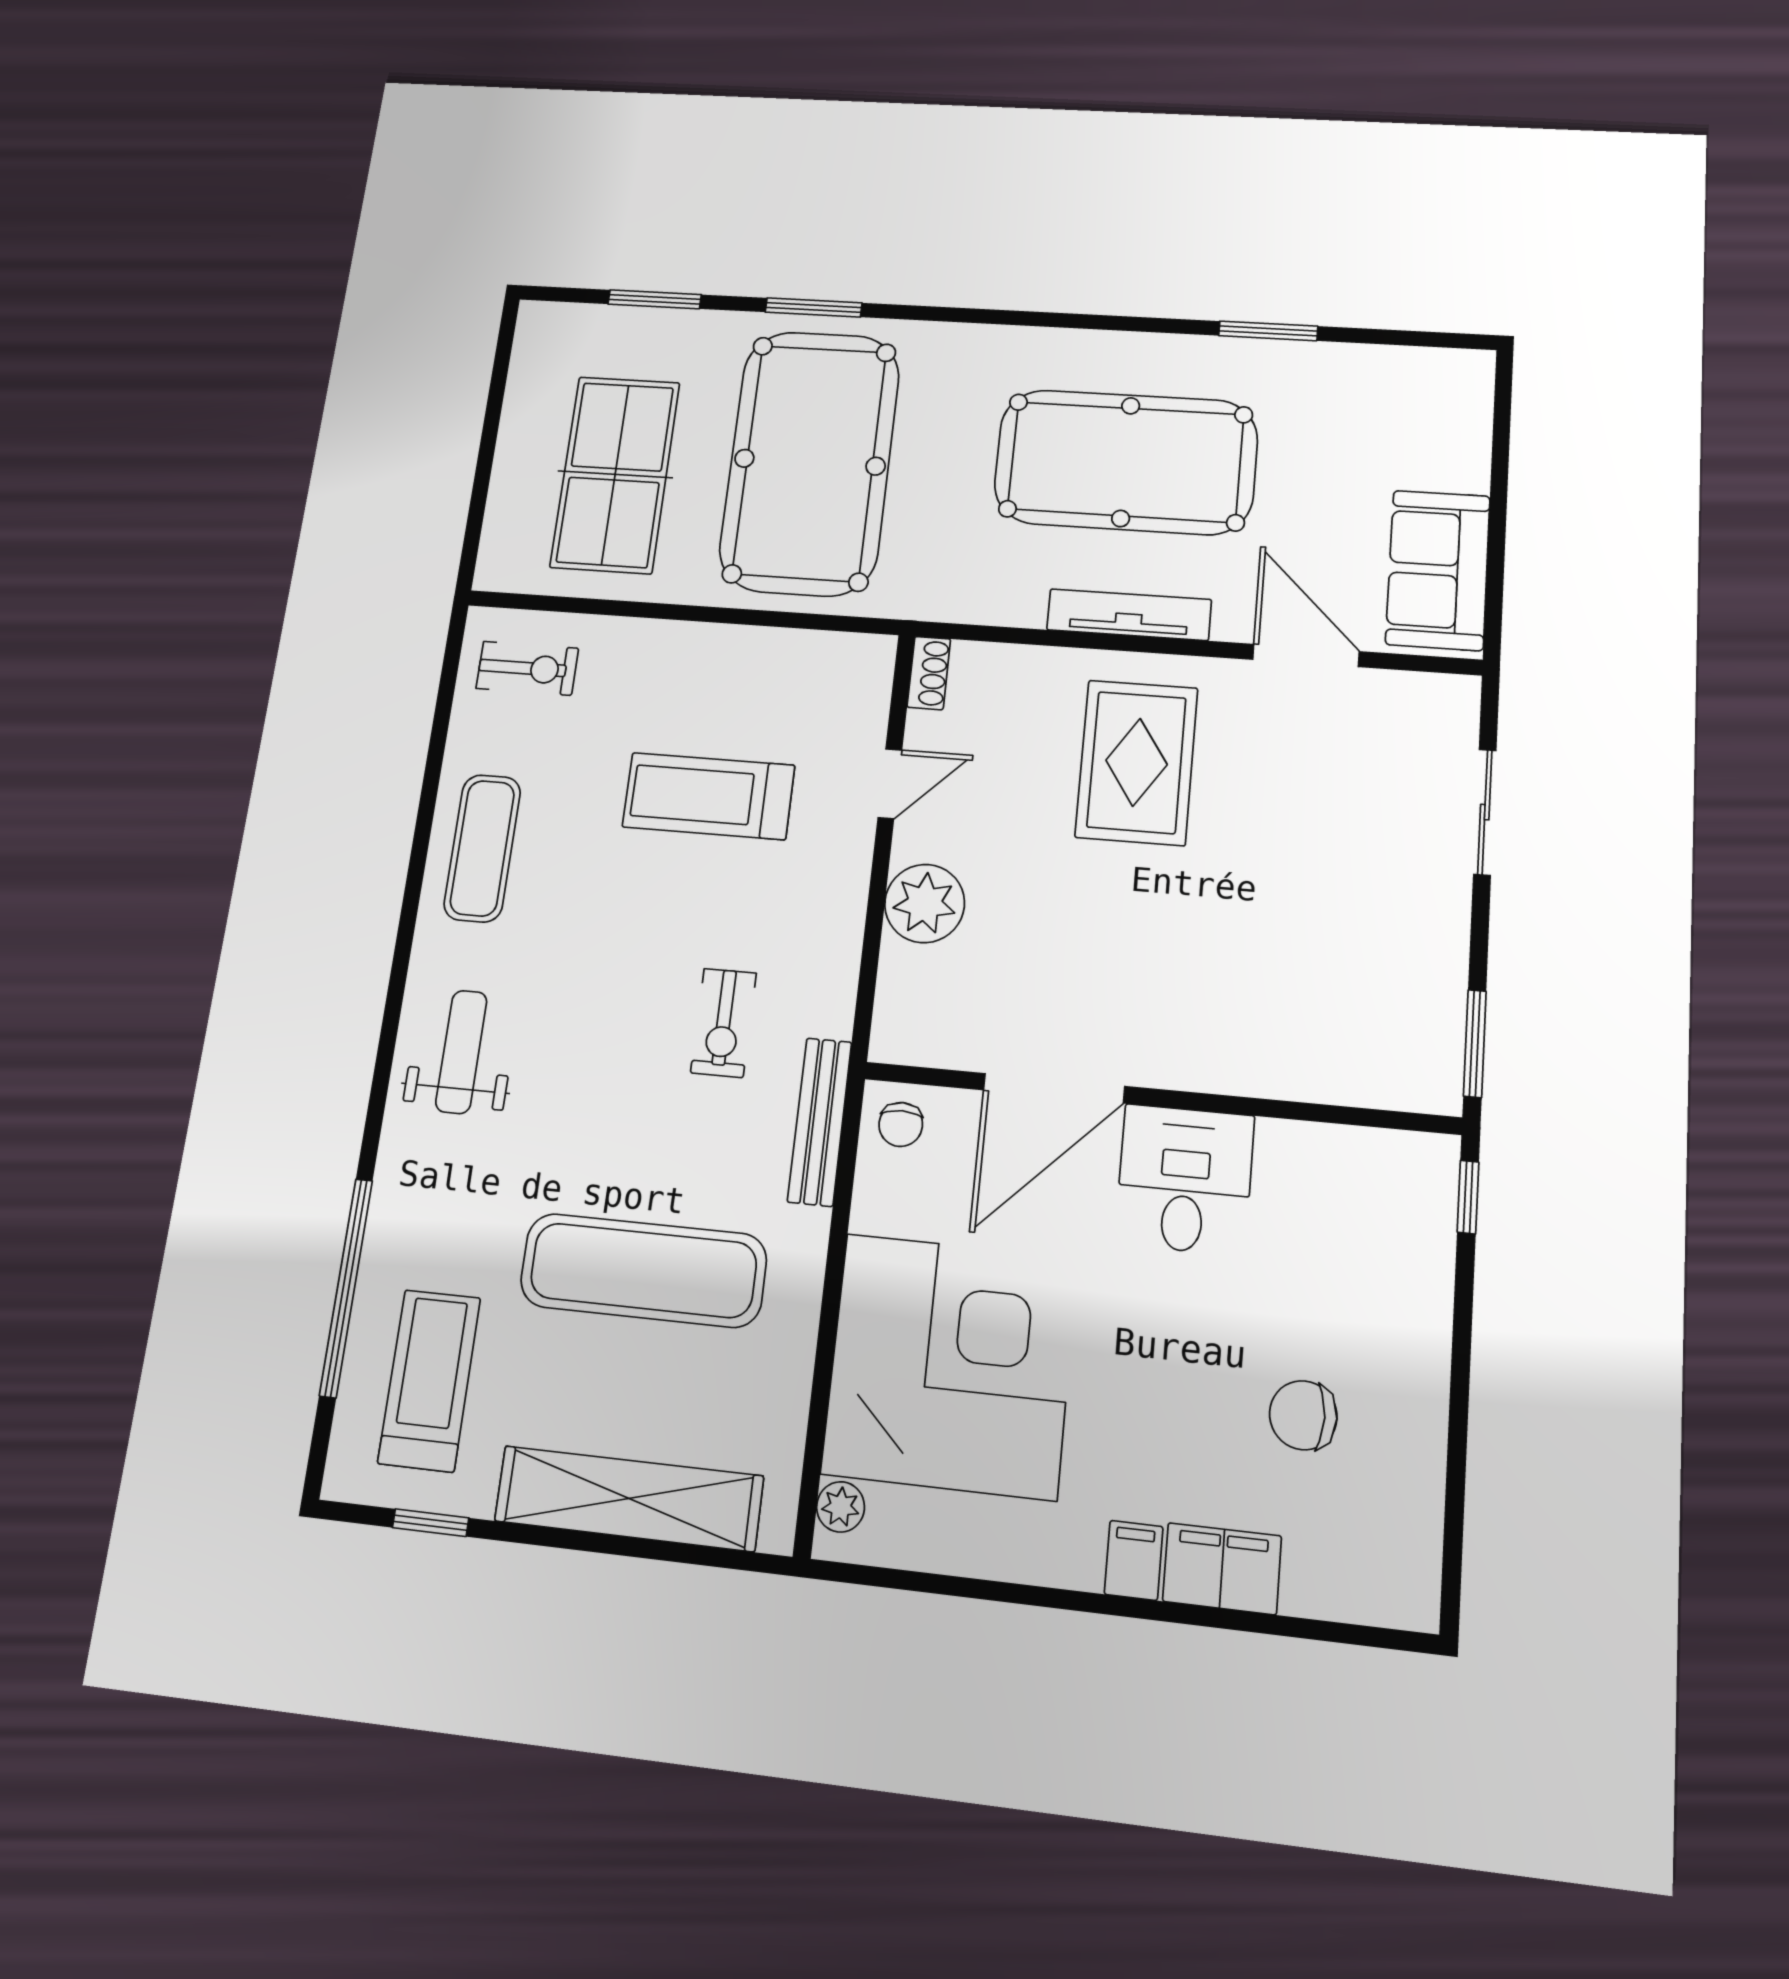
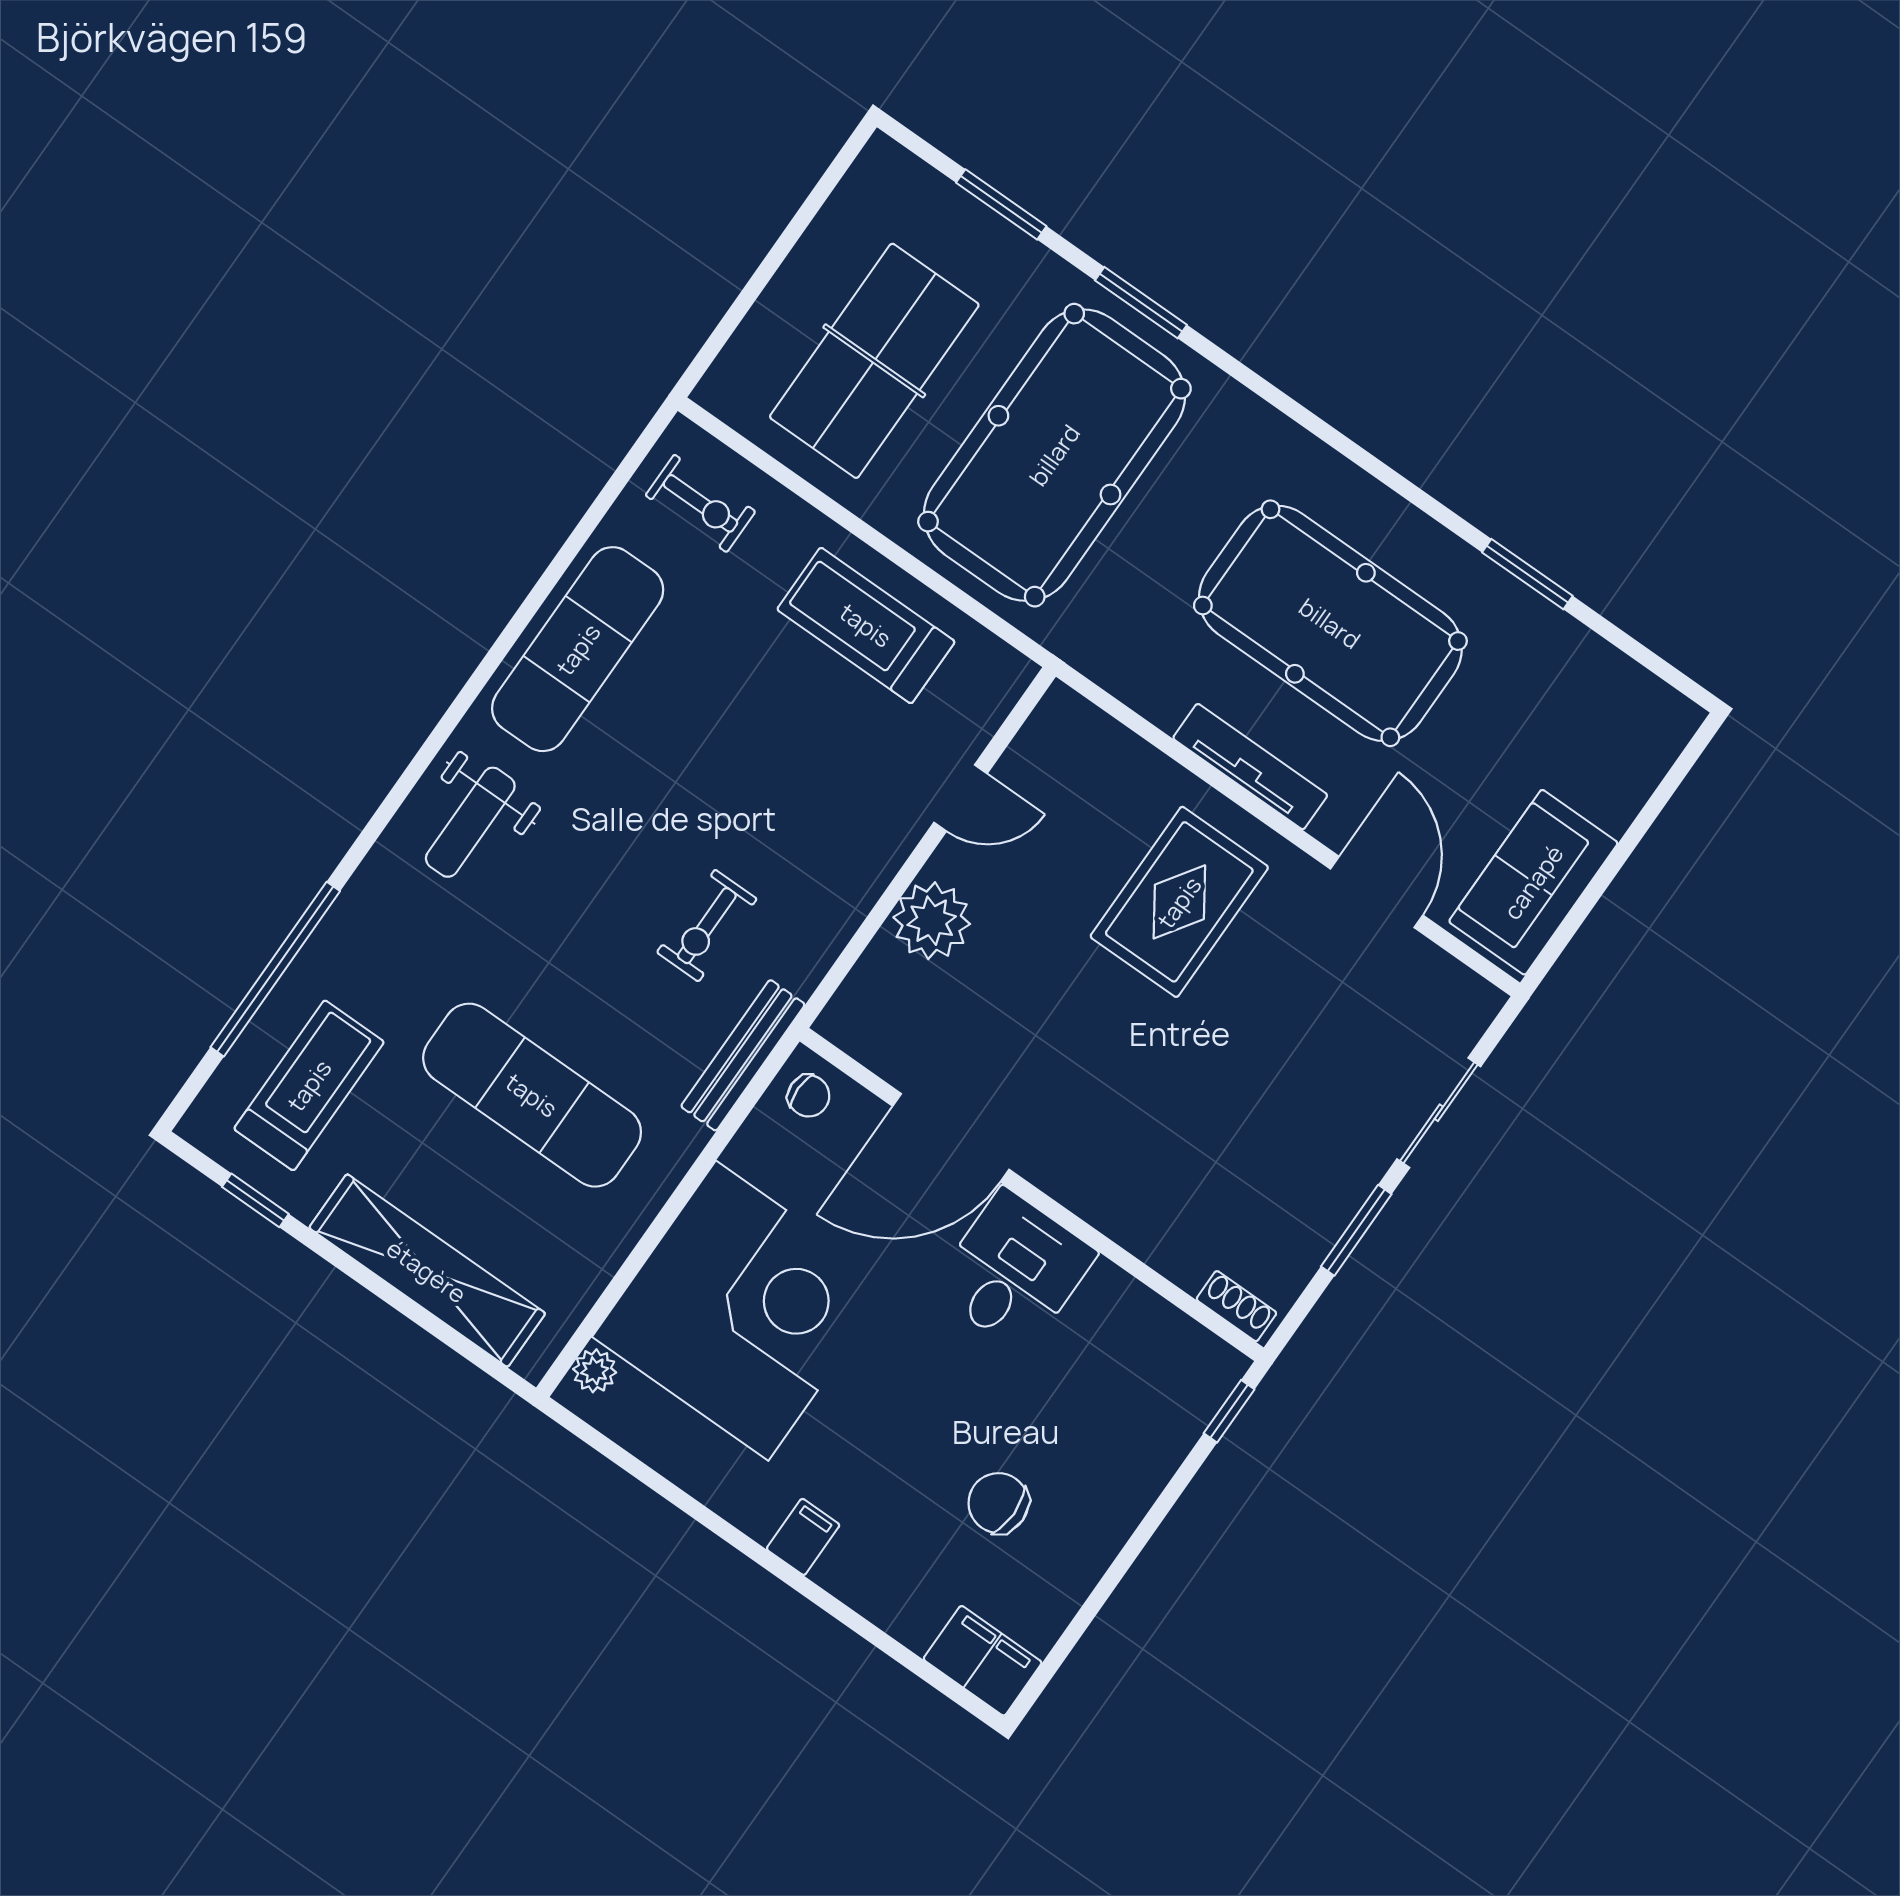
shoe rack: (929, 673) -> (1236, 1306), moved, turned -90
treadmill: (708, 796) -> (866, 625), moved
exercise mat: (482, 848) -> (578, 649), width x1.36, depth x1.45
window: (1475, 1044) -> (1356, 1230), moved
weight bench: (461, 1052) -> (470, 822), turned 180
chair: (901, 1125) -> (809, 1096), turned -90
filing cabinet: (1222, 1569) -> (983, 1661), moved

